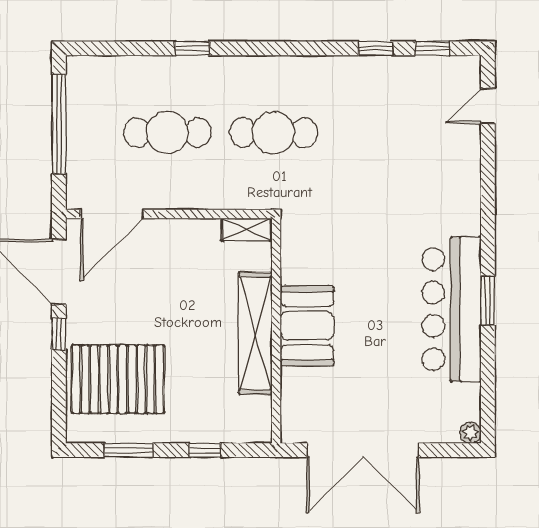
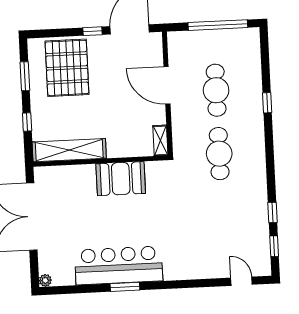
door: (112, 214) -> (167, 85), moved
booth: (307, 326) -> (121, 179), moved
shelving: (255, 333) -> (69, 150), moved

